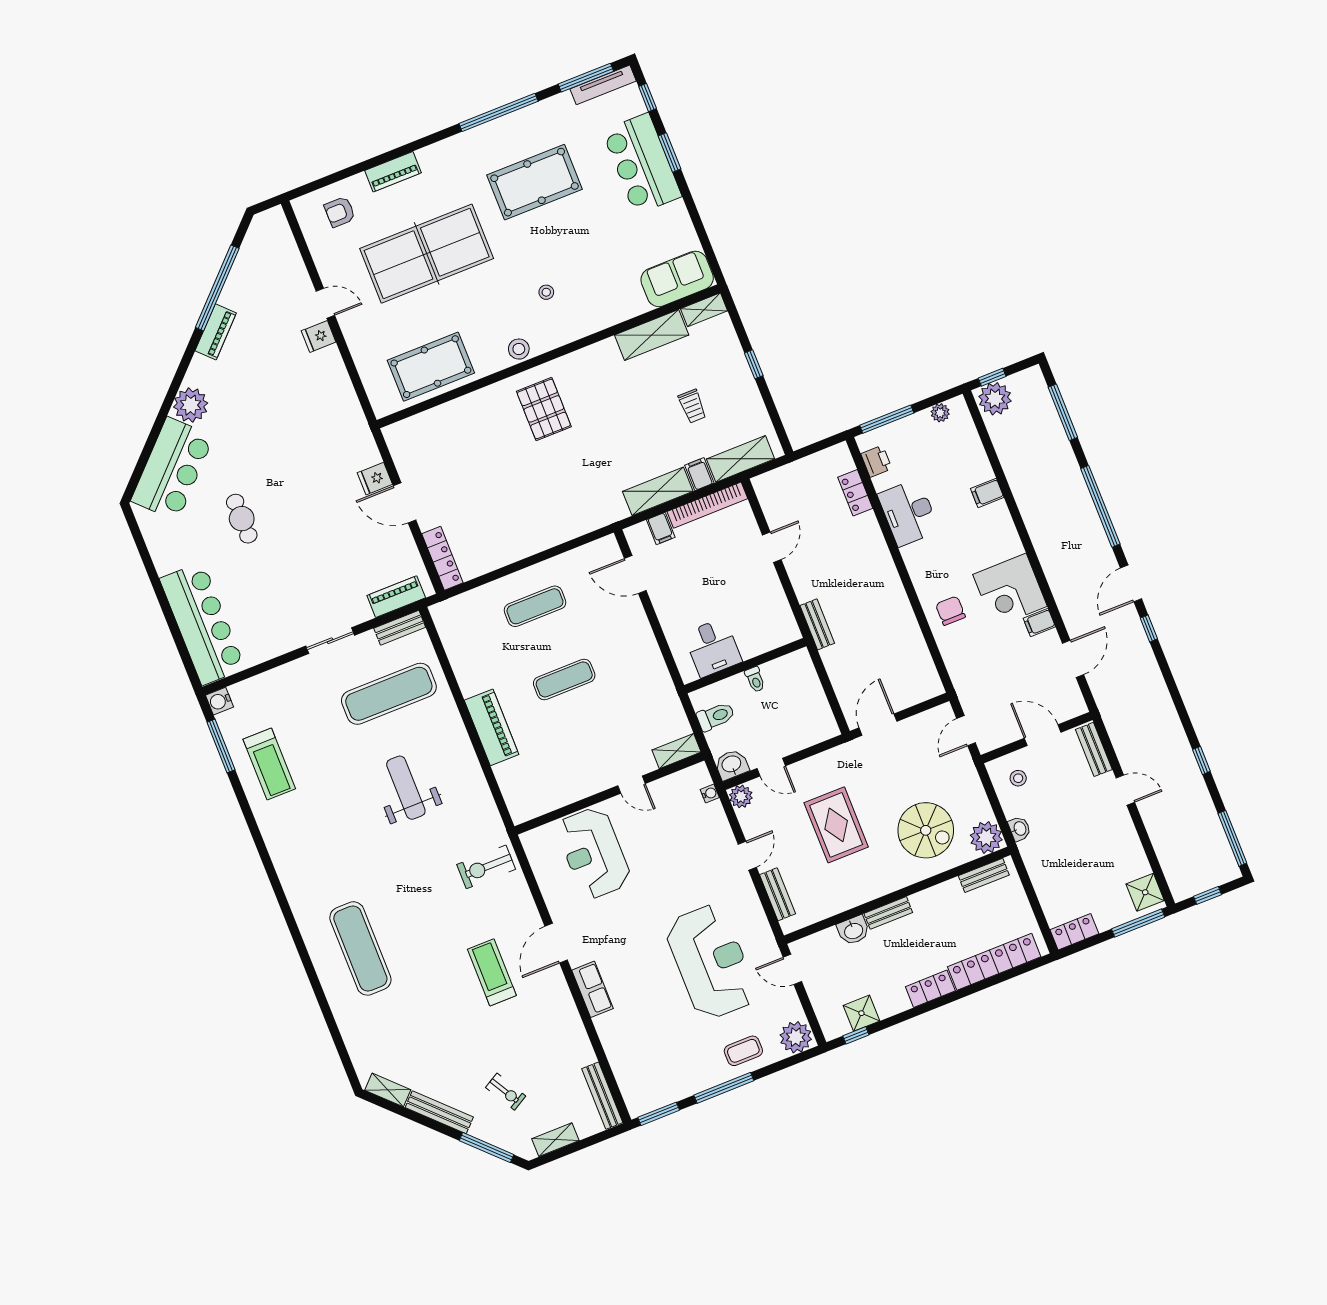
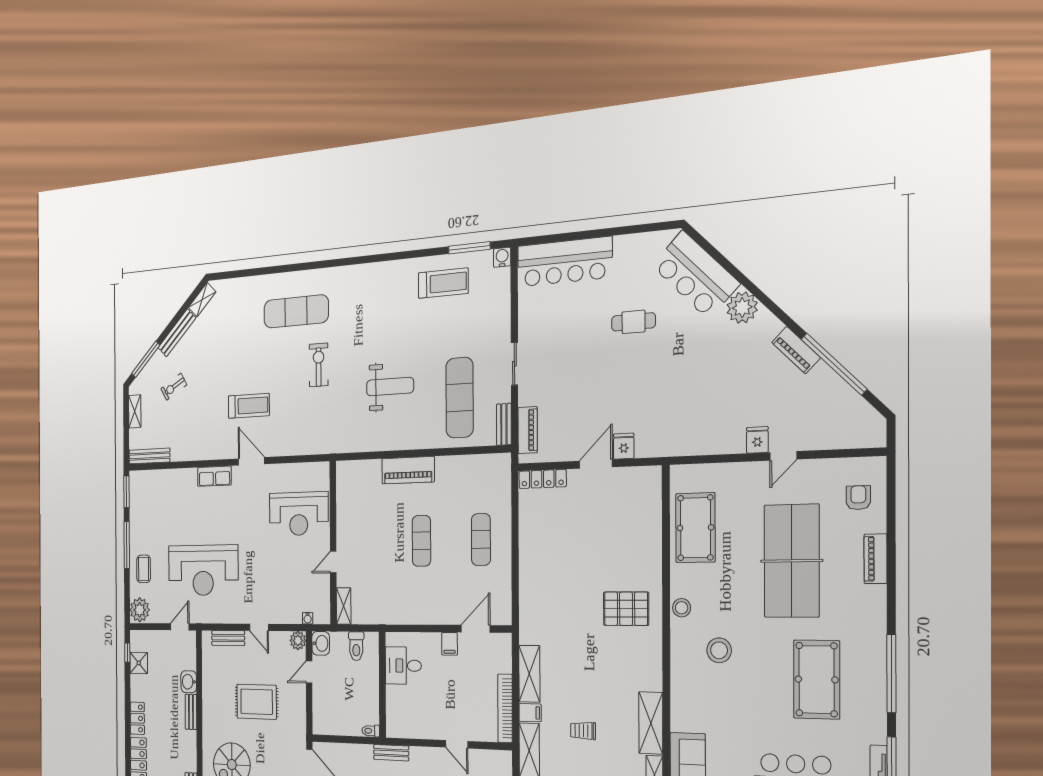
stool: (546, 292) -> (719, 650), width x1.89, depth x1.89
filing cabinet: (661, 528) -> (450, 644), moved, turned -90
toilet: (755, 679) -> (371, 731), moved
treadmill: (269, 764) -> (443, 283), turned 180
reception desk: (594, 853) -> (299, 514), turned 180
exercise bike: (486, 867) -> (319, 365), moved

